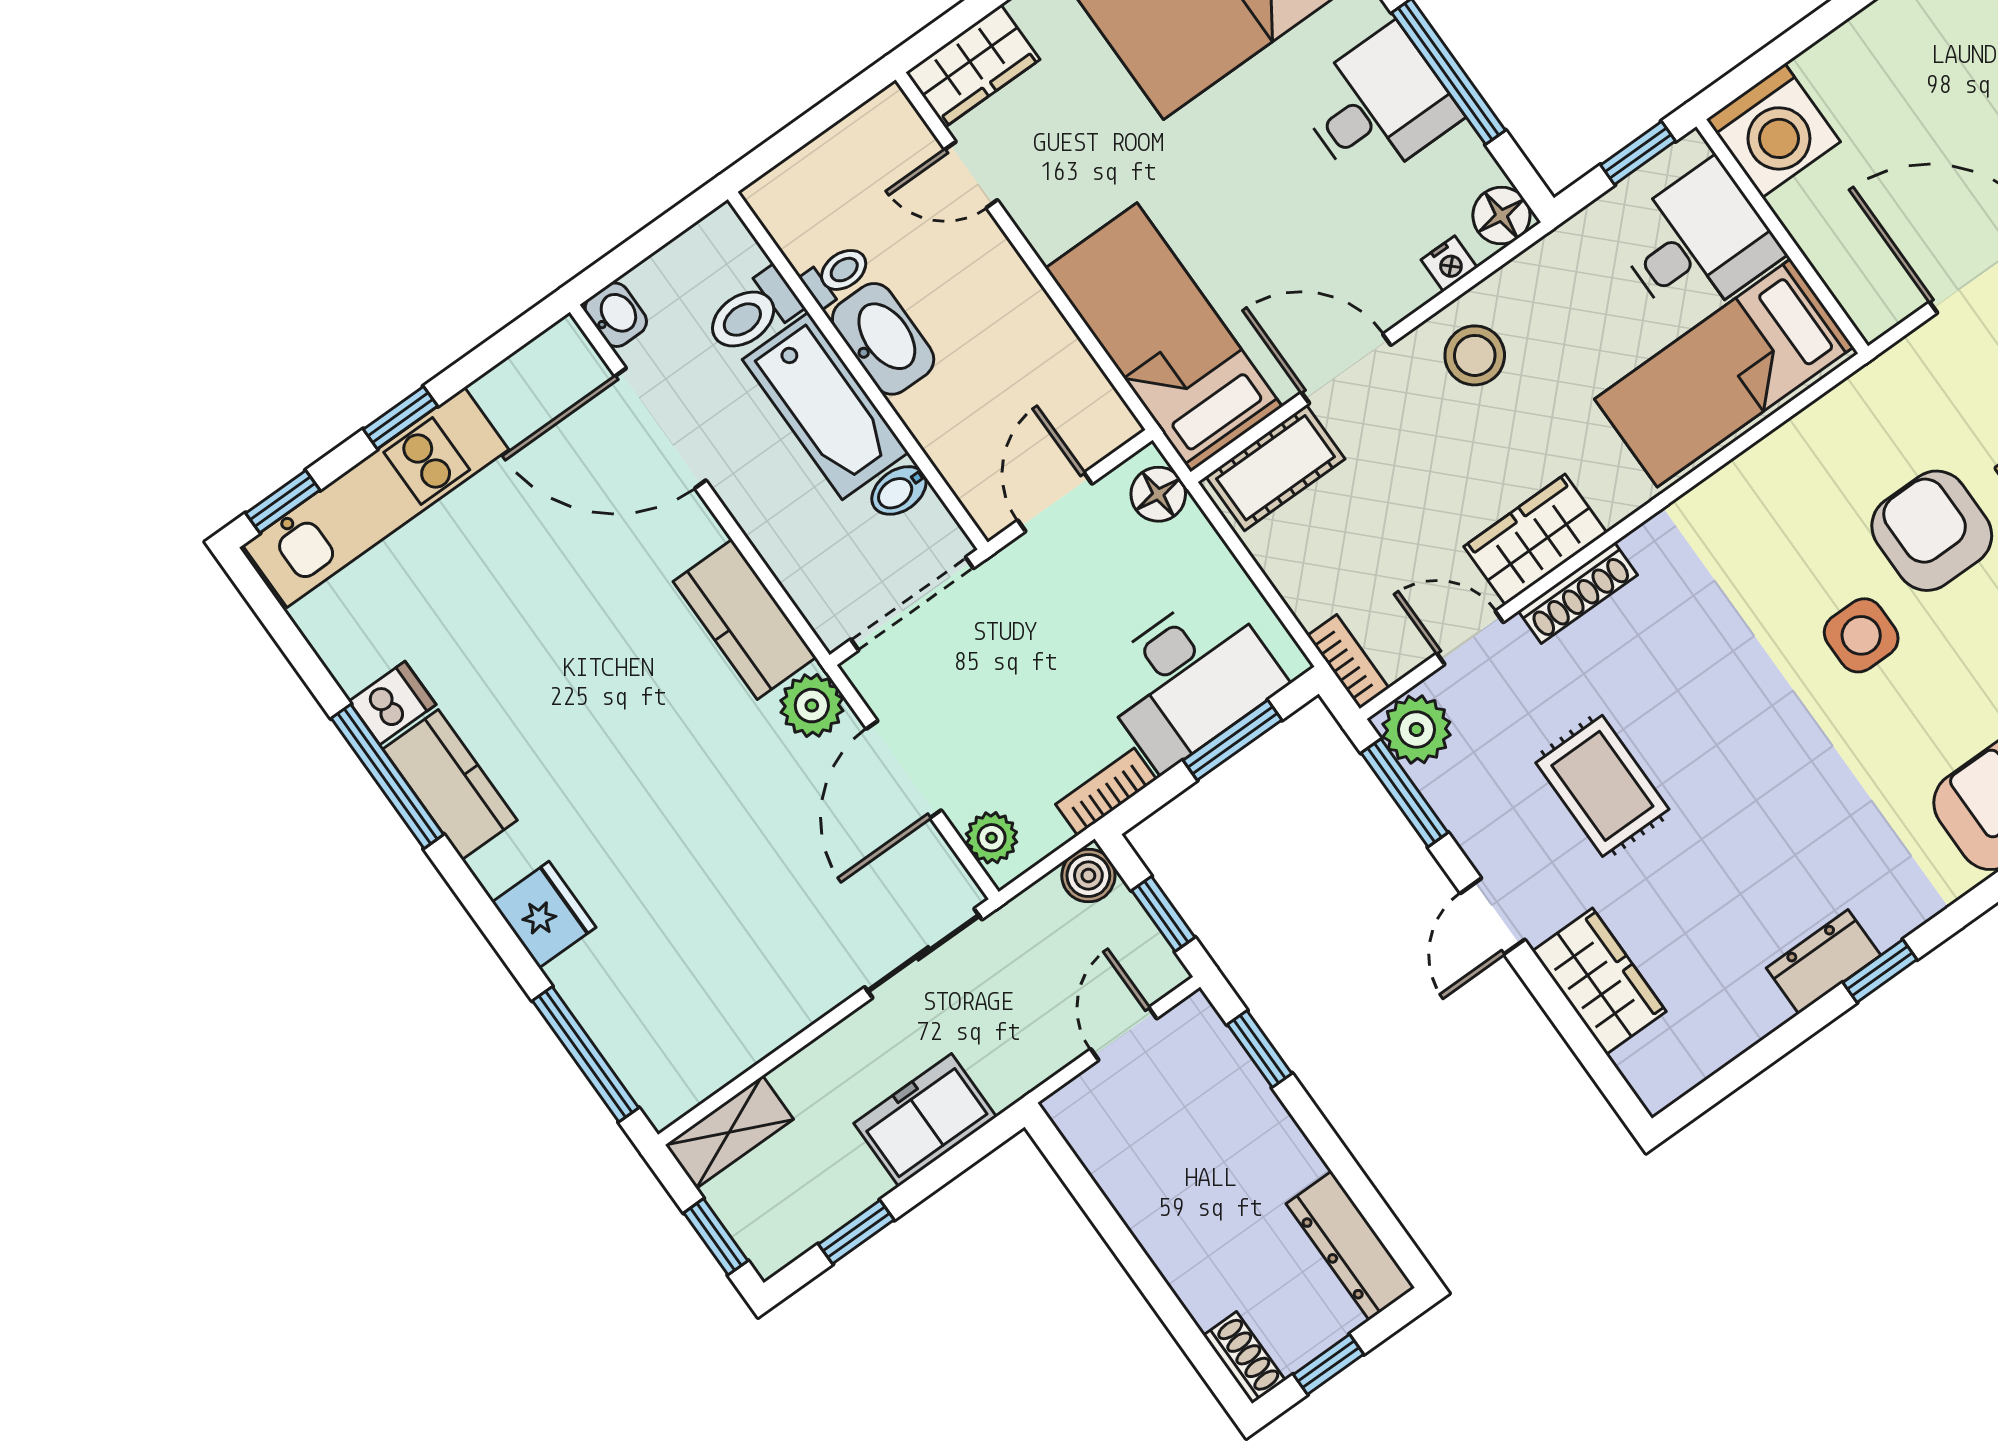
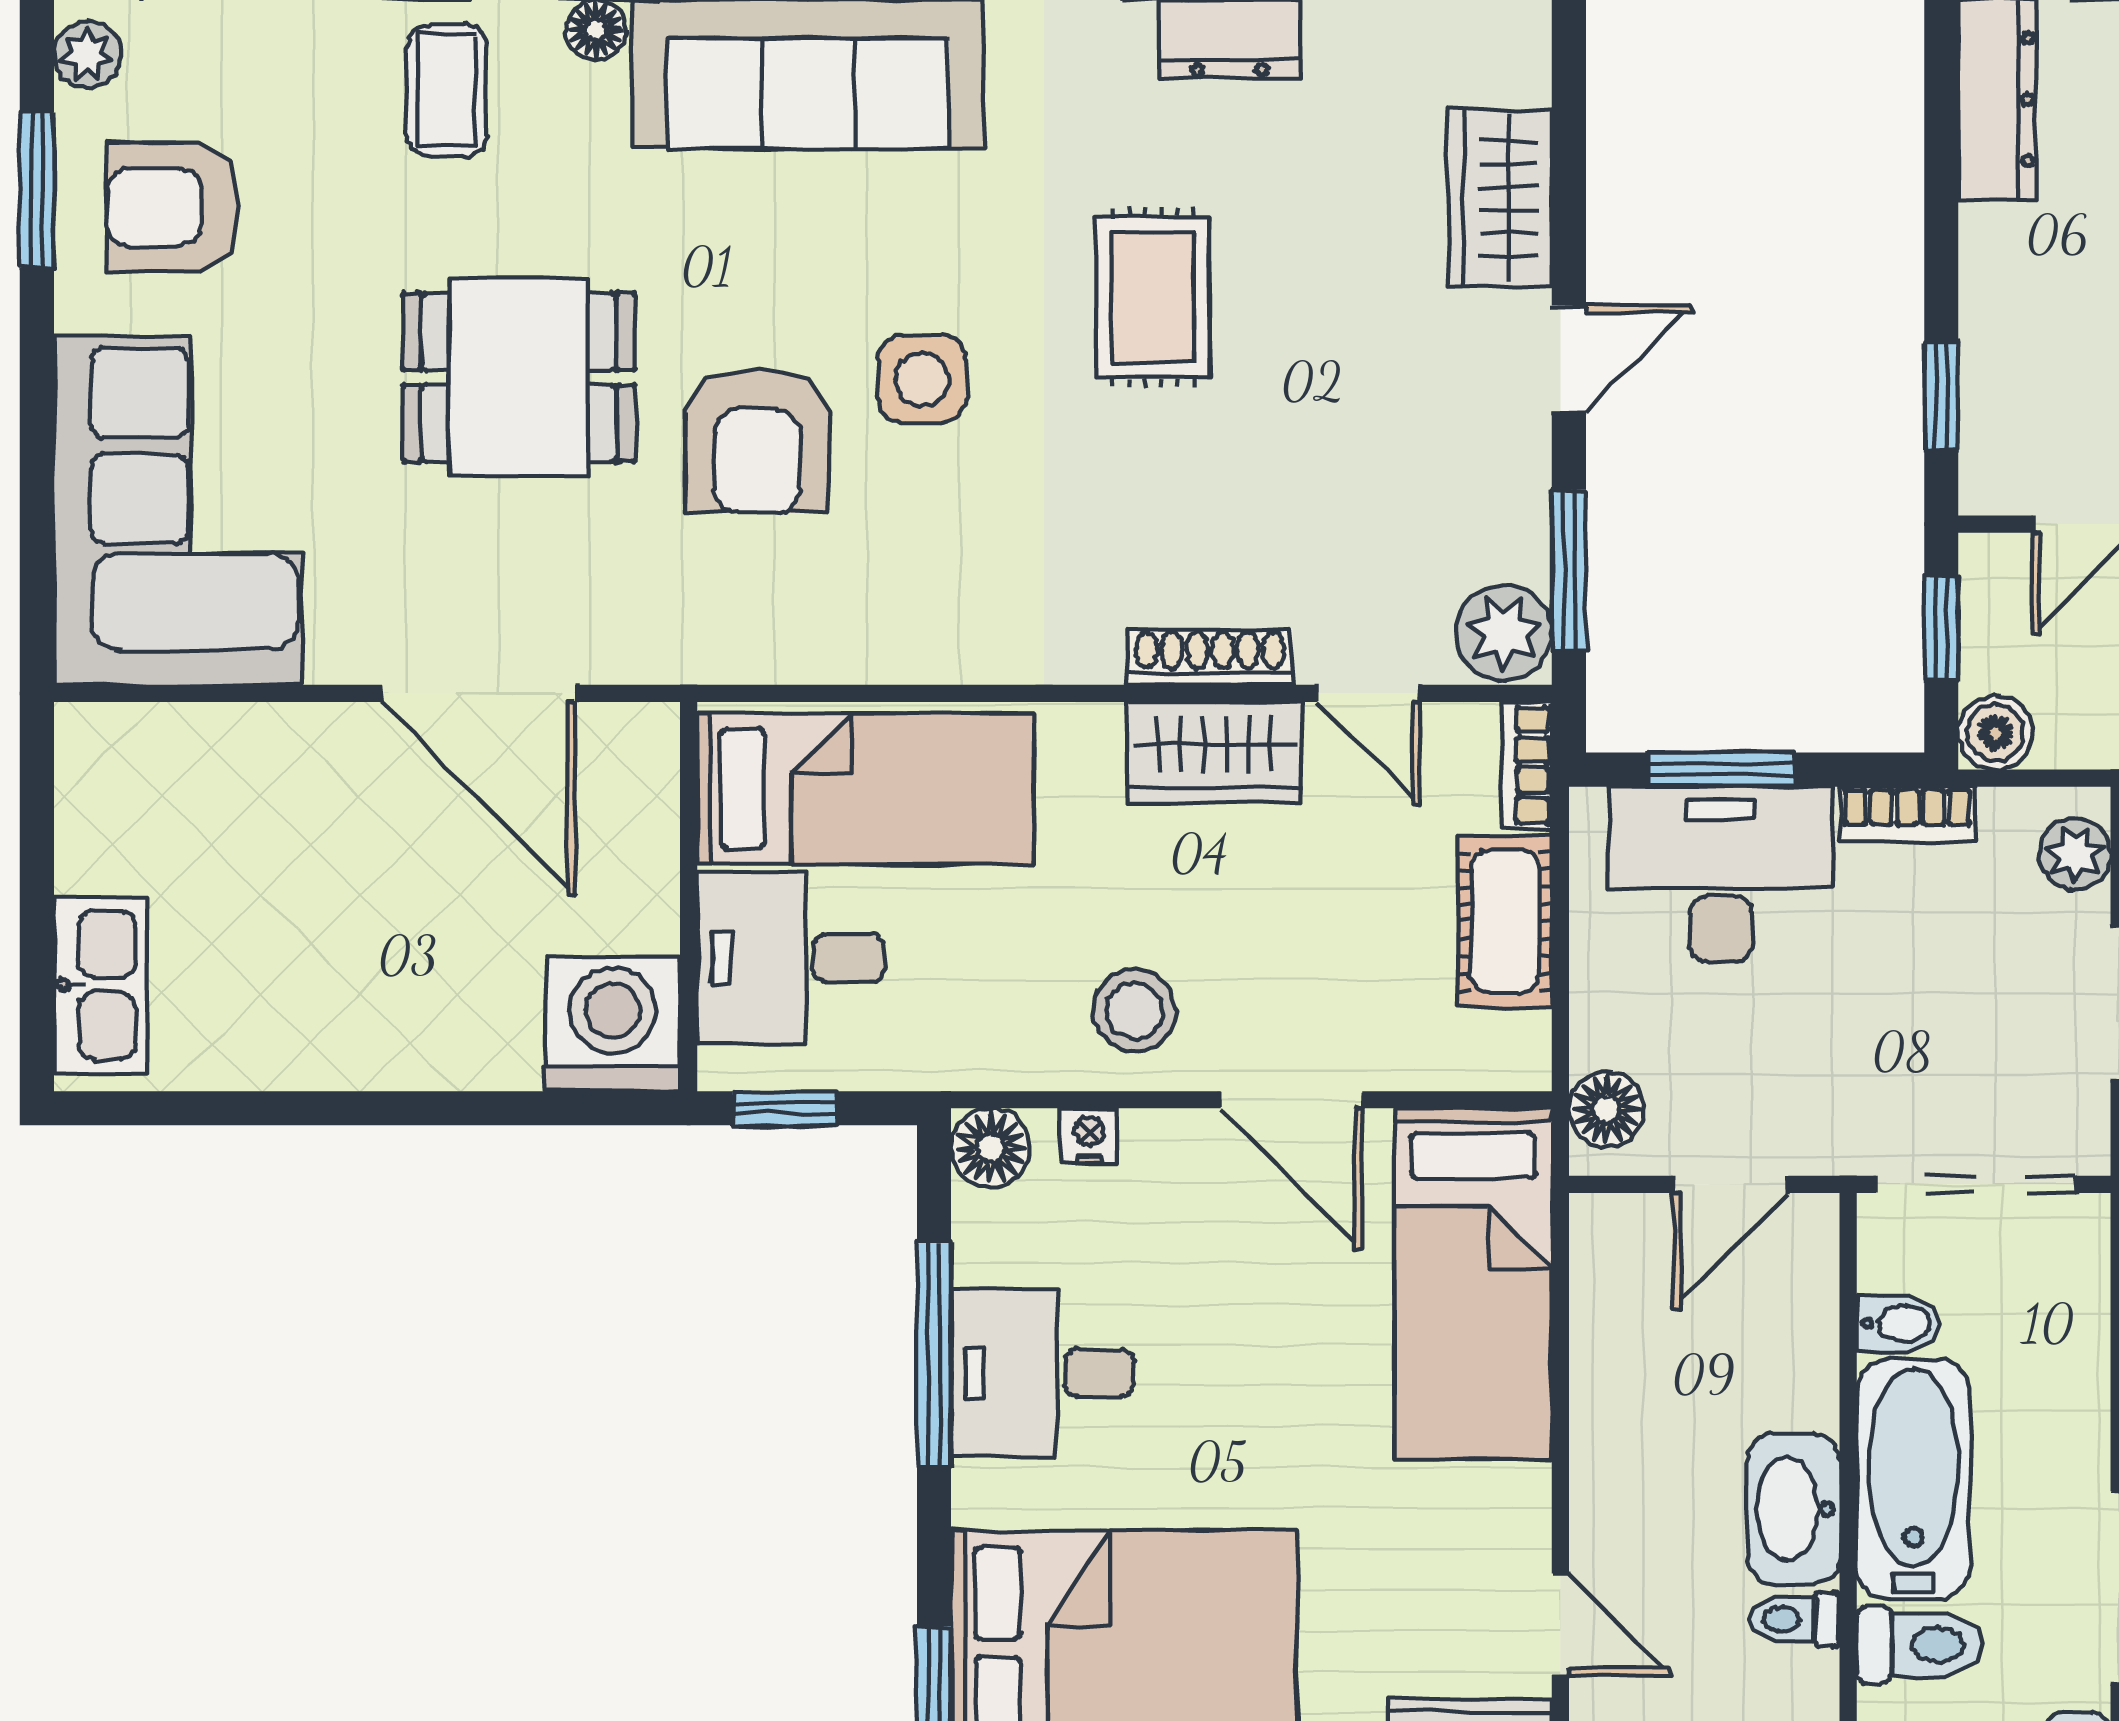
cot: (1275, 468) -> (1505, 921), moved, turned 90
rug: (1602, 786) -> (1153, 297), moved

